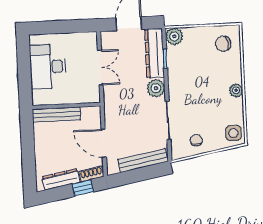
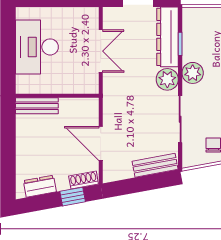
plant: (174, 36) -> (193, 73), moved
bench: (56, 115) -> (37, 106), width x0.73
bench: (143, 160) -> (155, 165), width x0.73
dresser: (61, 179) -> (40, 186), width x0.70

